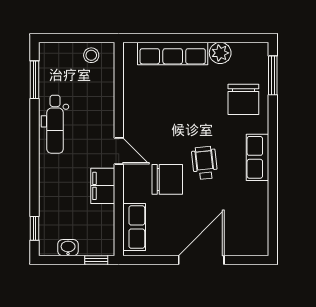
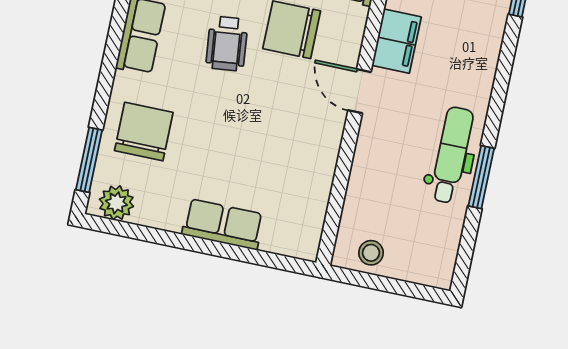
plant: (220, 53) -> (116, 203), moved
row of seats: (173, 54) -> (223, 224), width x0.68
window: (34, 80) -> (481, 177), moved

